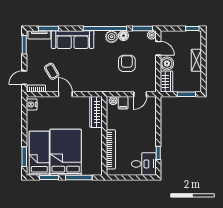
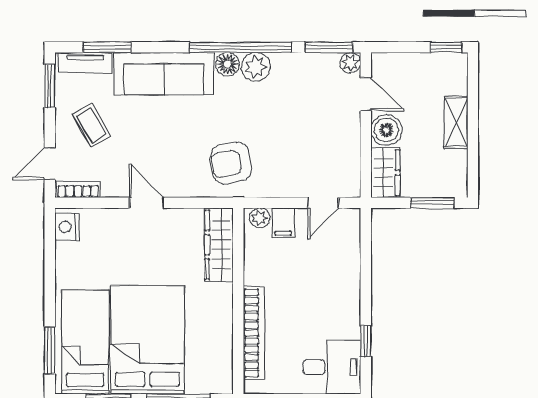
floor lamp: (123, 36) -> (228, 64), moved
armchair: (127, 63) -> (231, 163), moved, turned -100
coffee table: (52, 71) -> (91, 125), moved

